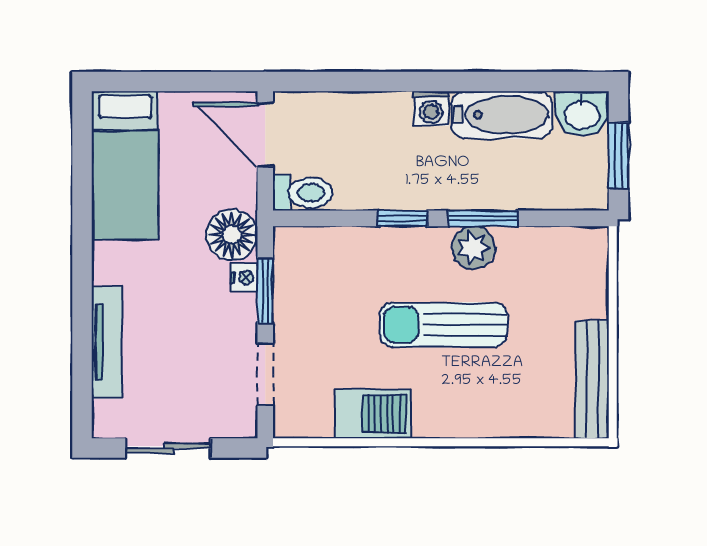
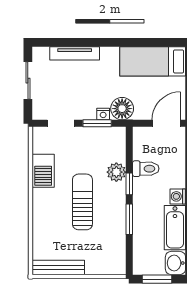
toilet: (303, 193) -> (146, 169), moved, turned -90
plant: (473, 248) -> (116, 172), moved

